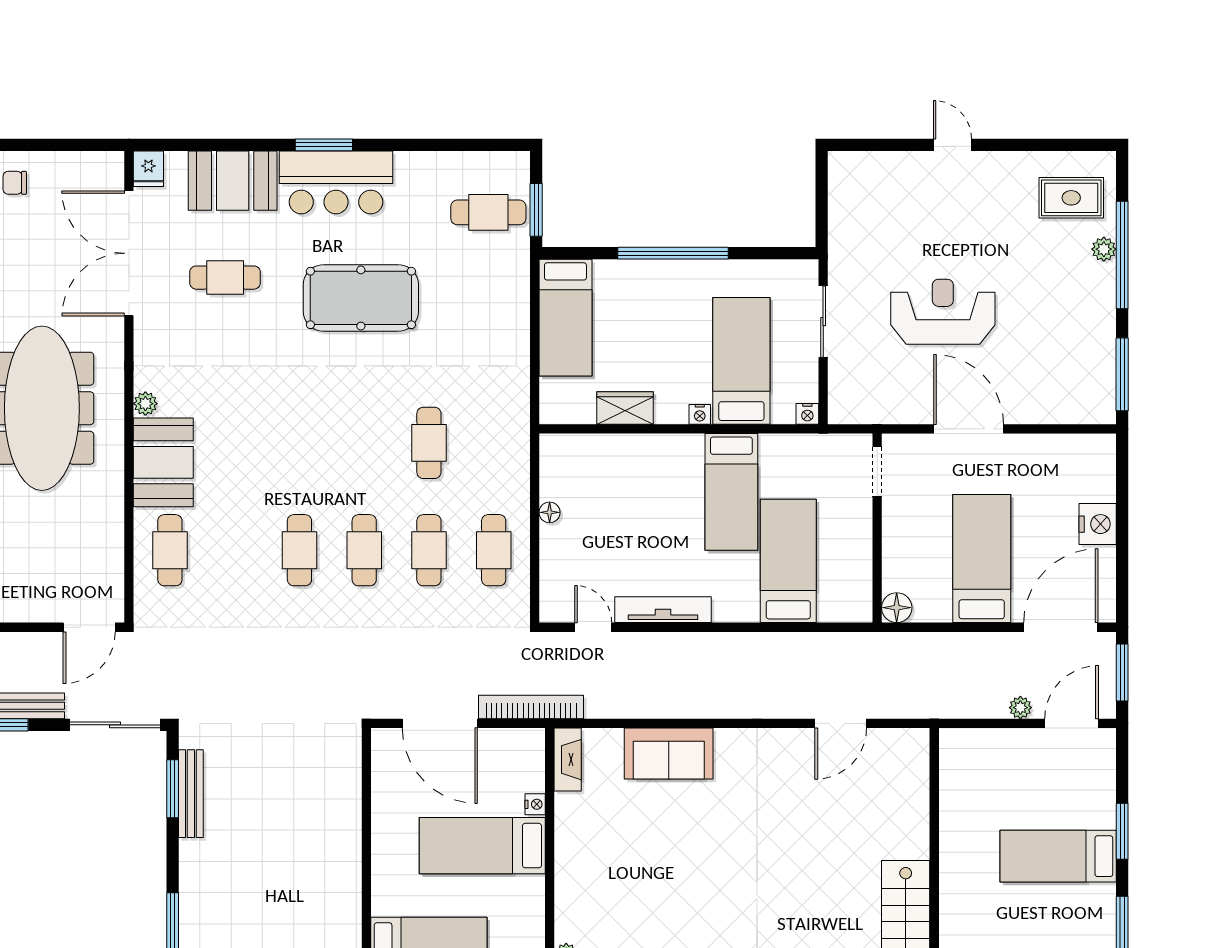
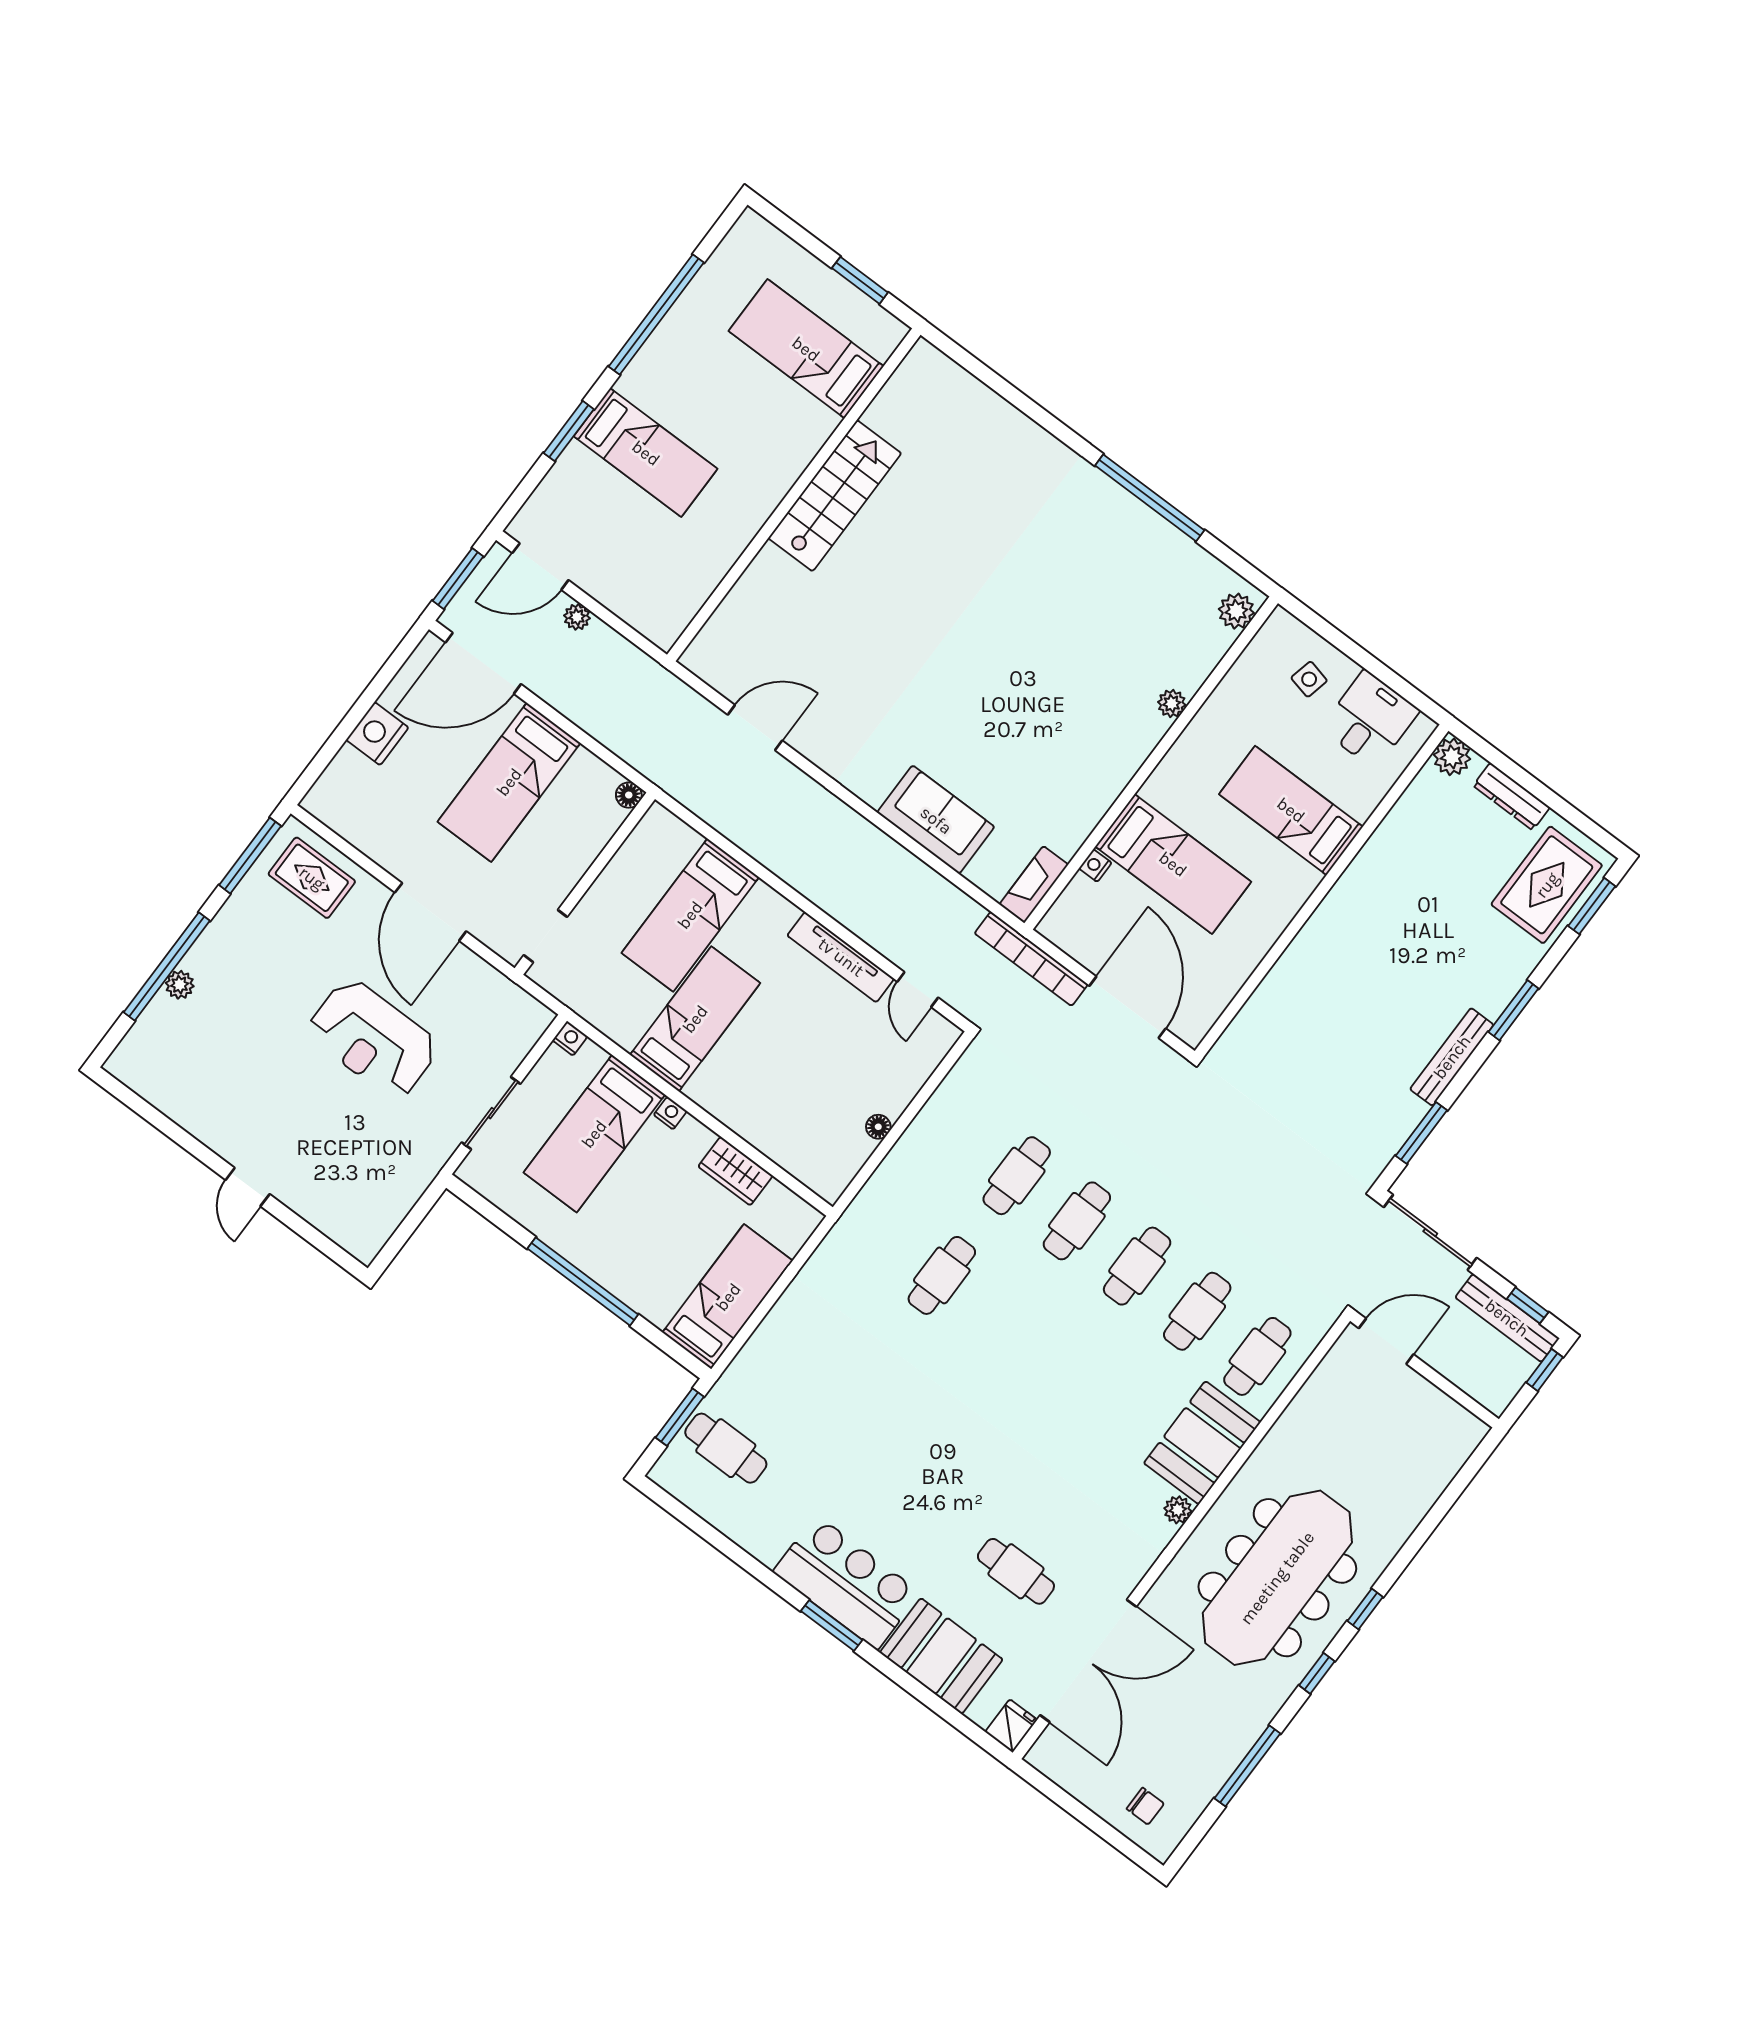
rug: (1071, 198) -> (312, 878), moved
pool table: (361, 298) -> (904, 1458), removed
cafe table: (494, 550) -> (1197, 1311), moved
floor lamp: (897, 608) -> (629, 795), width x0.73, depth x0.73
bench: (191, 794) -> (1452, 1057), moved

